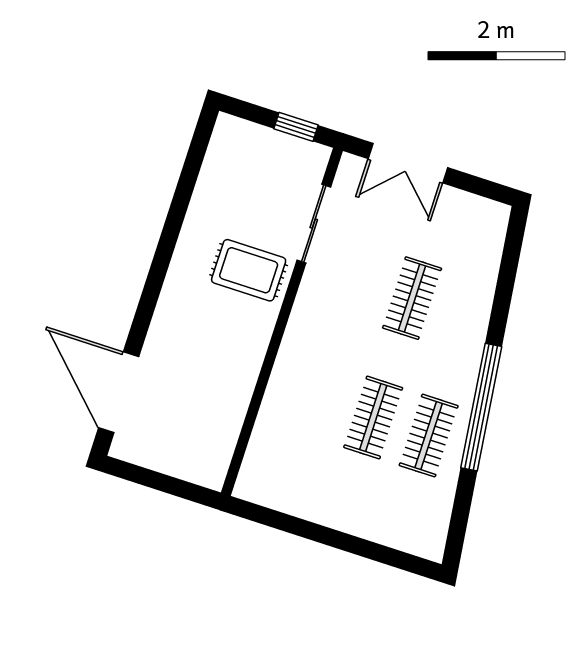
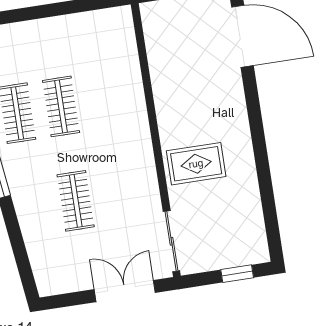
window: (296, 127) -> (237, 274), moved
sliding door: (314, 224) -> (171, 241), moved

